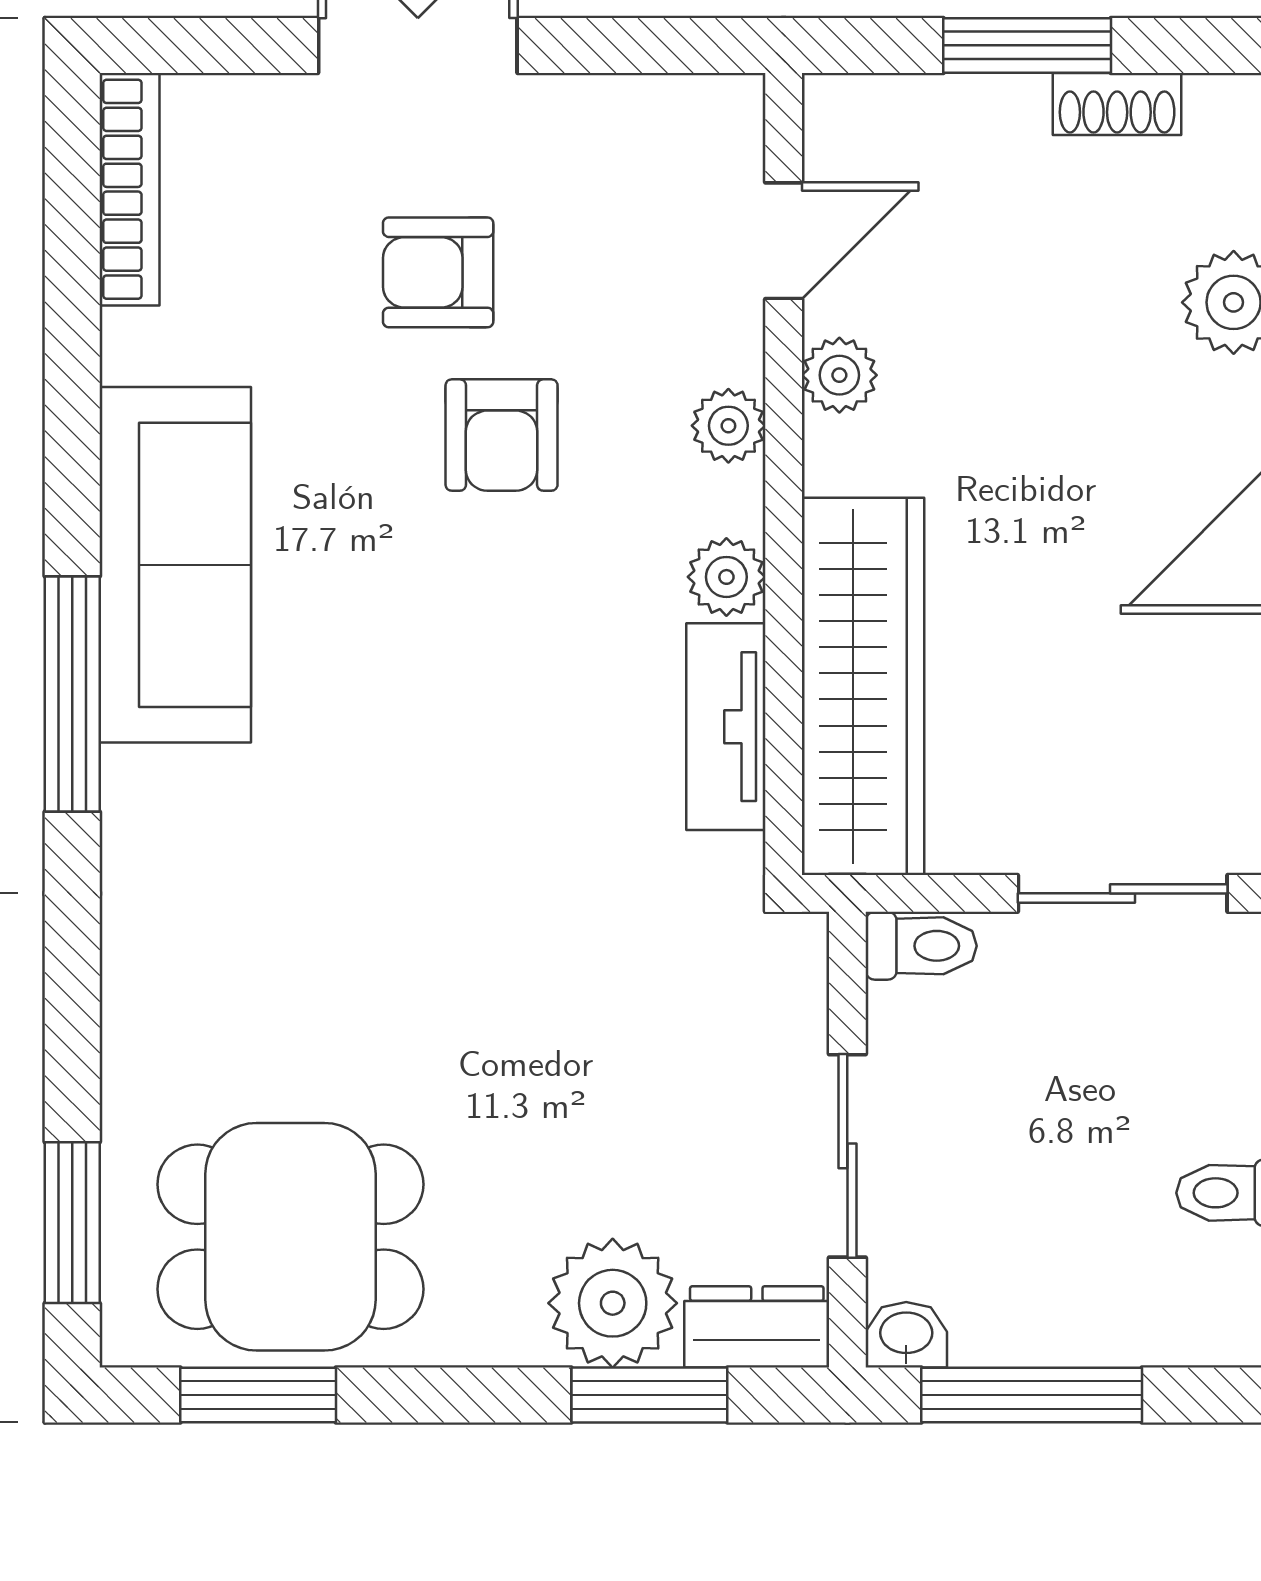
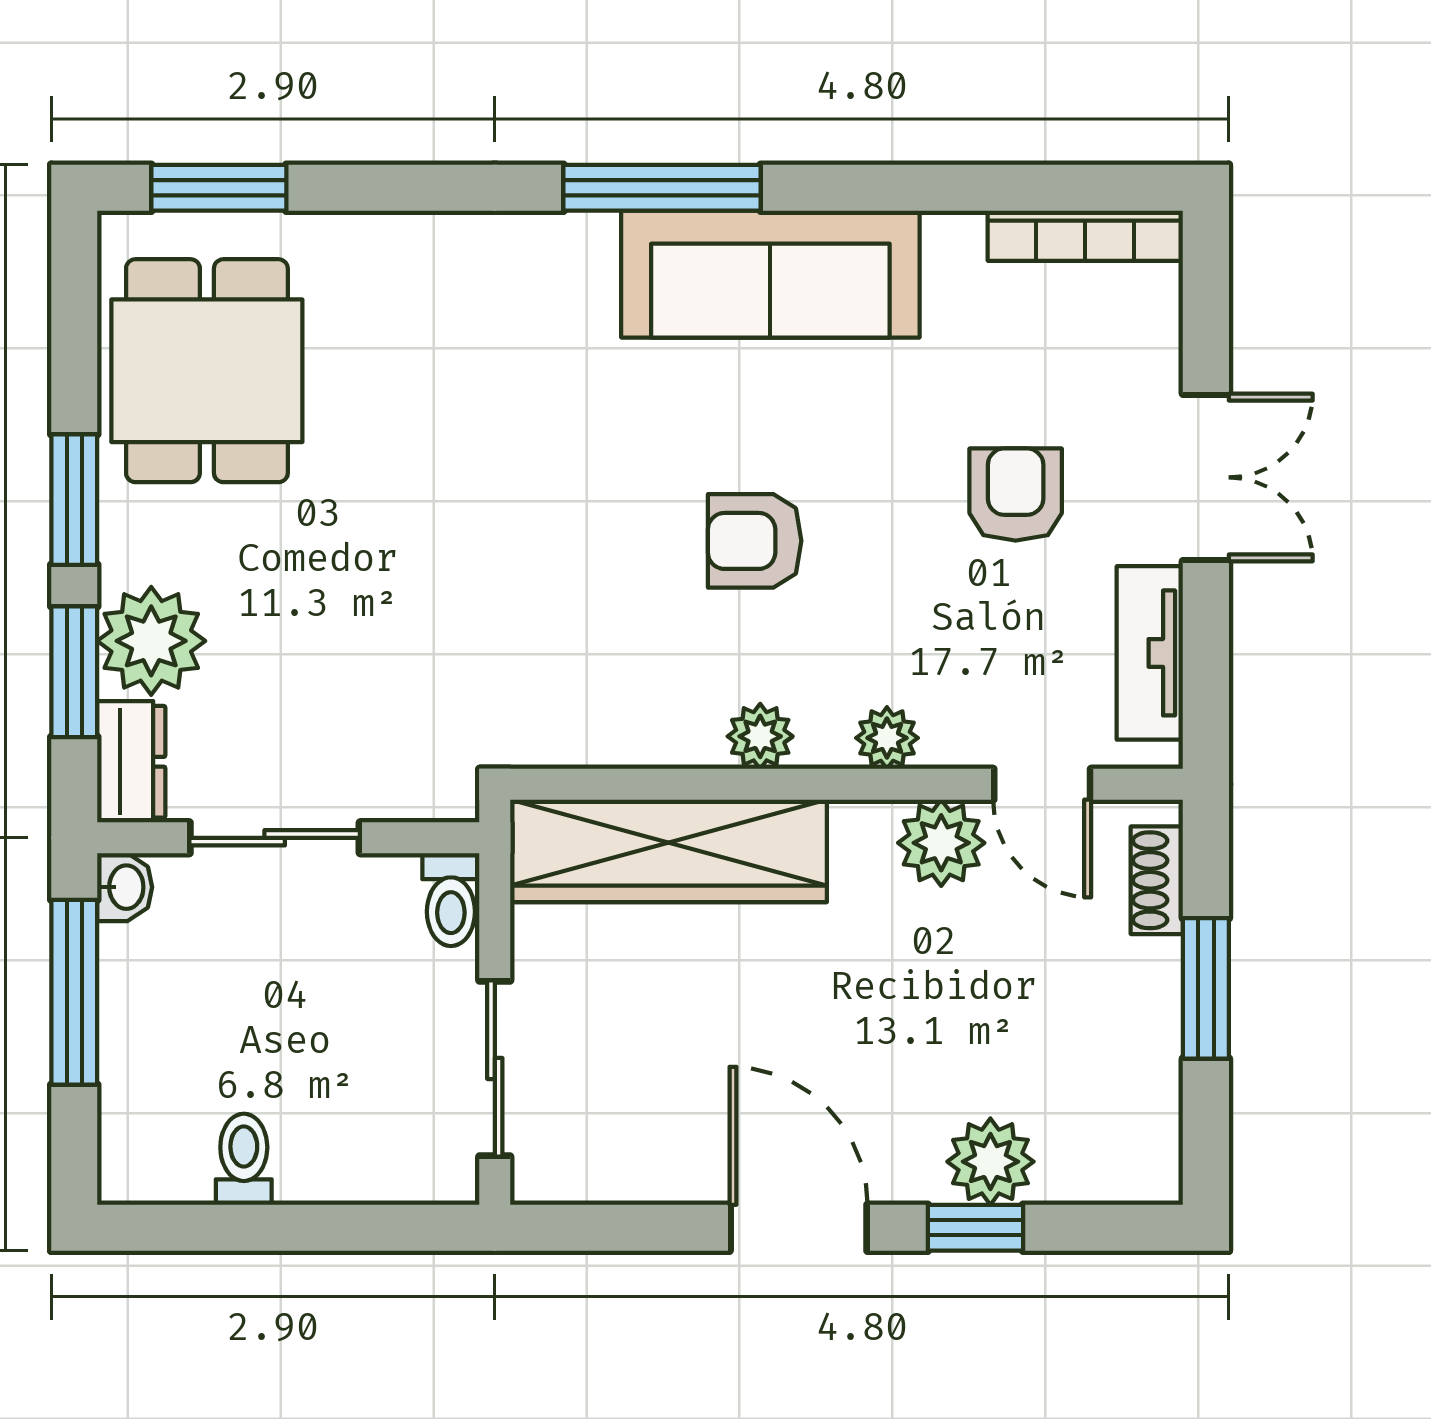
shoe rack: (1117, 104) -> (1157, 880), moved
plant: (839, 375) -> (941, 843), width x1.38, depth x1.38
armchair: (502, 435) -> (755, 541), moved
tv unit: (726, 727) -> (1150, 653), moved, turned -90
window: (258, 1395) -> (74, 500), moved

